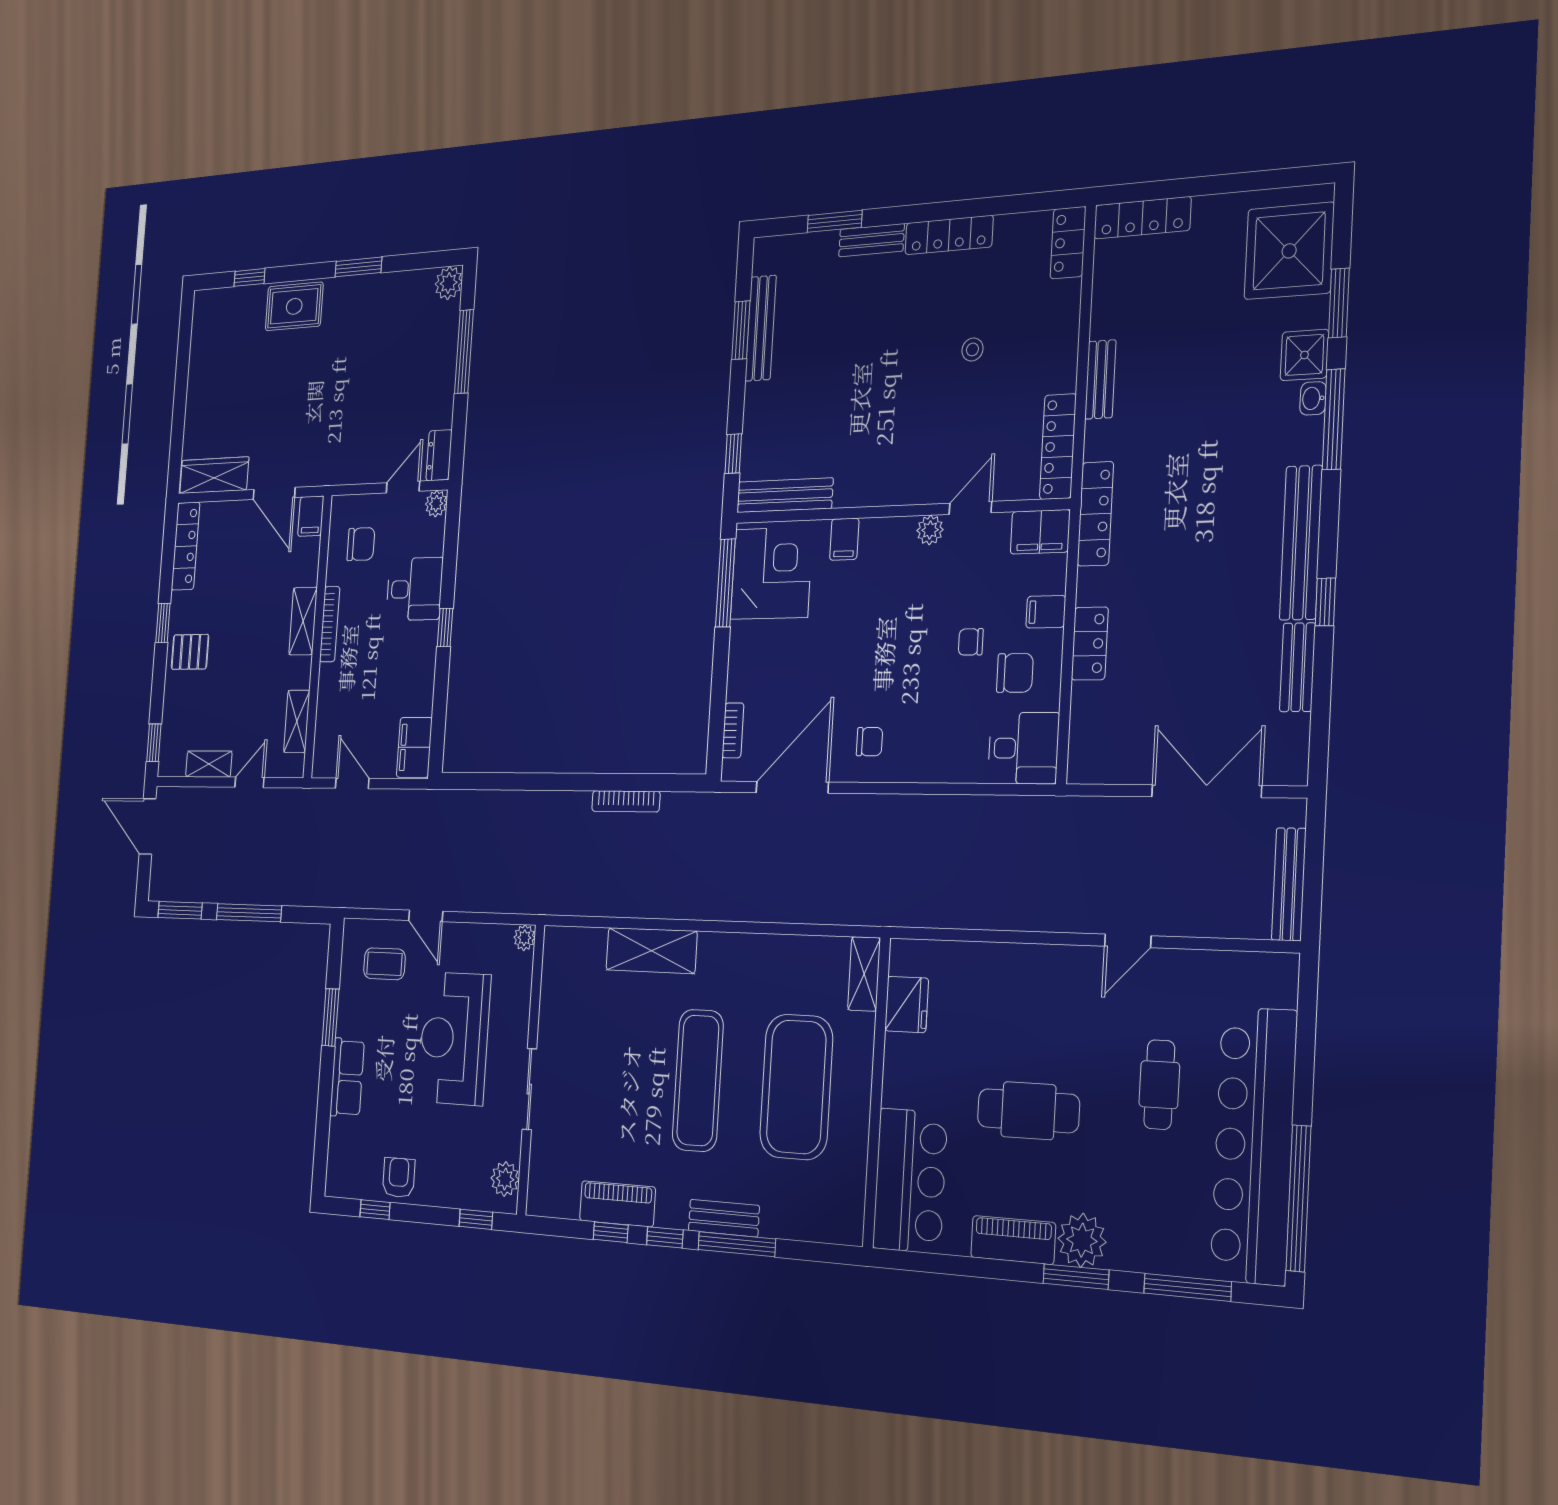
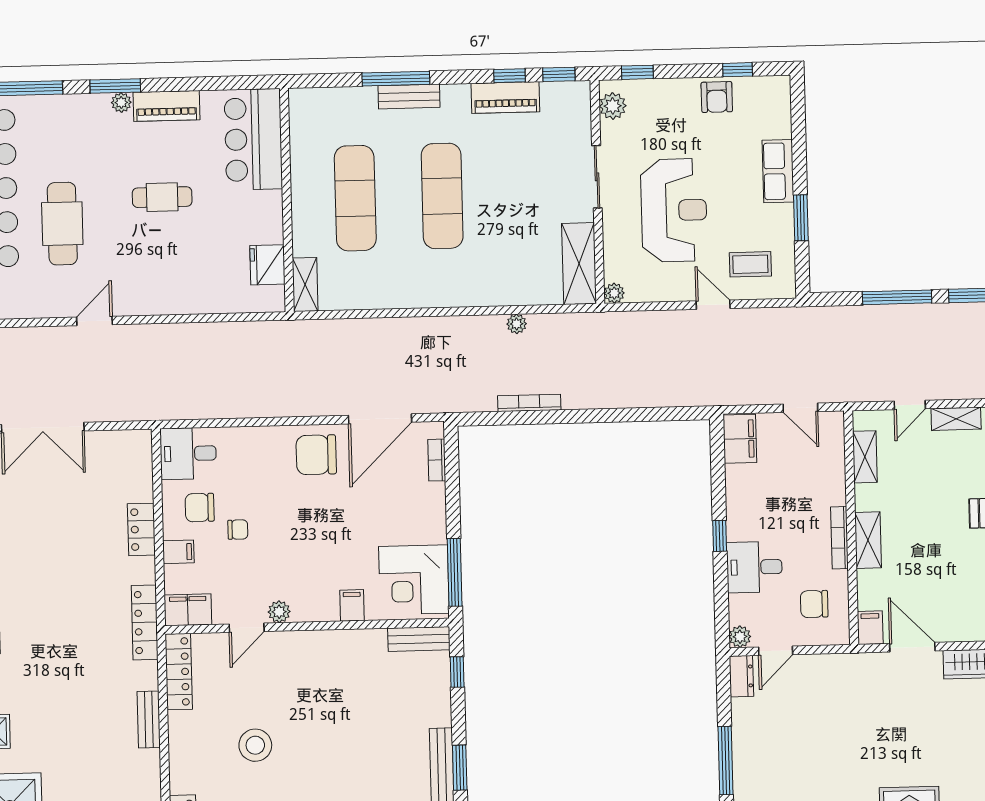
stool: (972, 349) -> (255, 745), width x1.89, depth x1.89
bench: (785, 495) -> (419, 639), width x0.73
chair: (870, 742) -> (316, 455), width x1.87, depth x1.87
plant: (631, 905) -> (517, 324), added
shelving: (651, 951) -> (579, 264), moved, turned 90
cafe table: (1159, 1085) -> (62, 224), width x1.37, depth x1.35
exercise mat: (796, 1087) -> (355, 198), width x0.68
cafe table: (1028, 1111) -> (162, 197), width x0.73, depth x0.74
window: (665, 1237) -> (559, 74), moved
plant: (1082, 1240) -> (121, 102), width x0.53, depth x0.53

